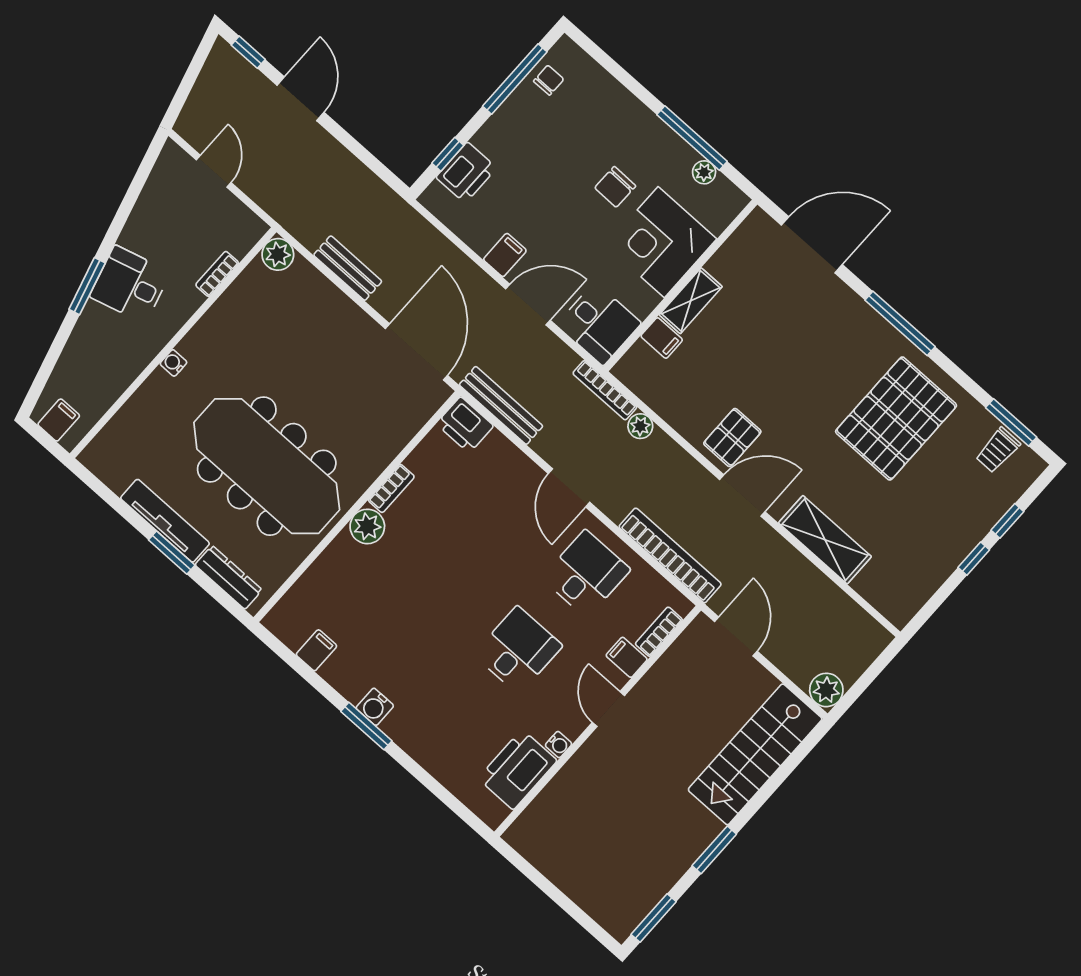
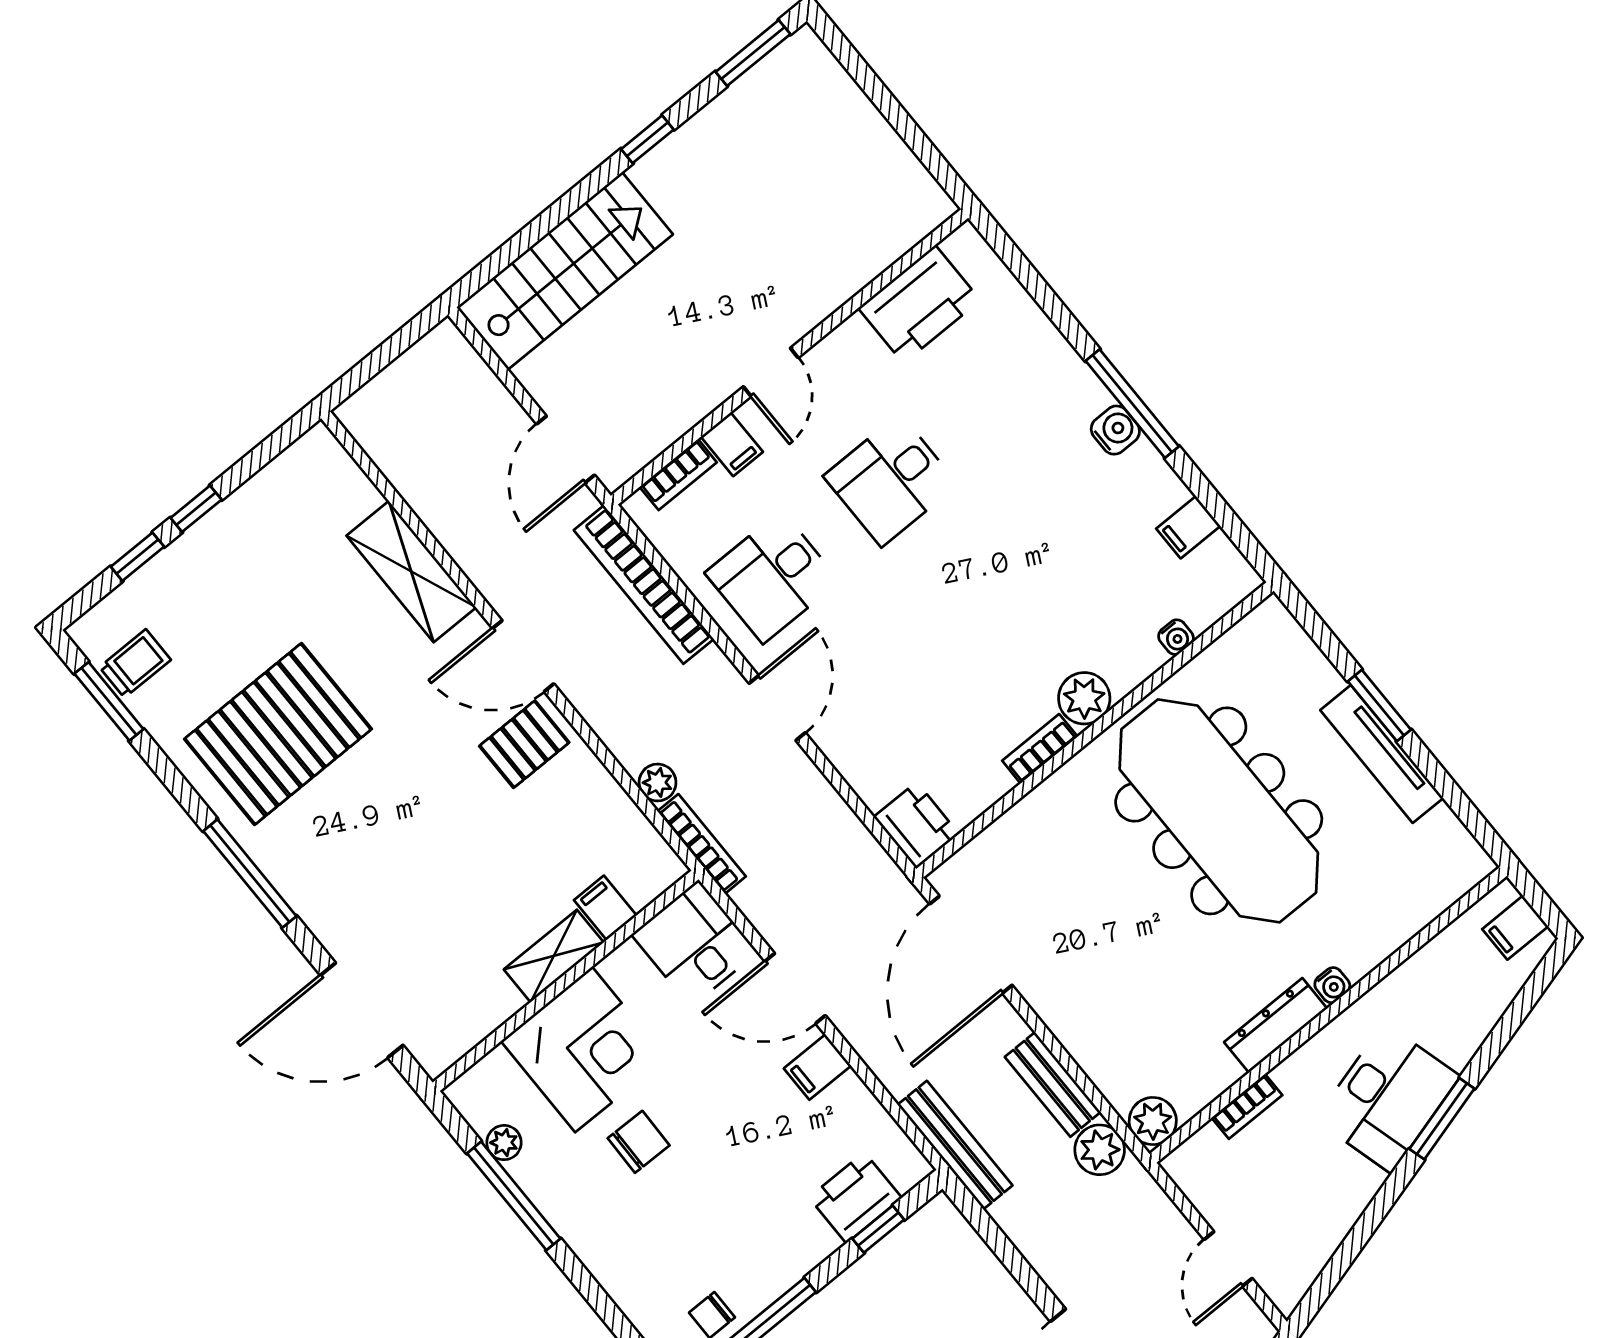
desk: (130, 284) -> (1388, 1098), width x1.37
bench: (501, 405) -> (955, 1145), moved
dresser: (229, 577) -> (1276, 1025), moved, turned 90
plant: (826, 690) -> (1100, 1150), moved
window: (366, 726) -> (1132, 404), width x1.44
water cooler: (559, 745) -> (1176, 637), moved, turned 180
window: (714, 850) -> (647, 139), width x0.67

